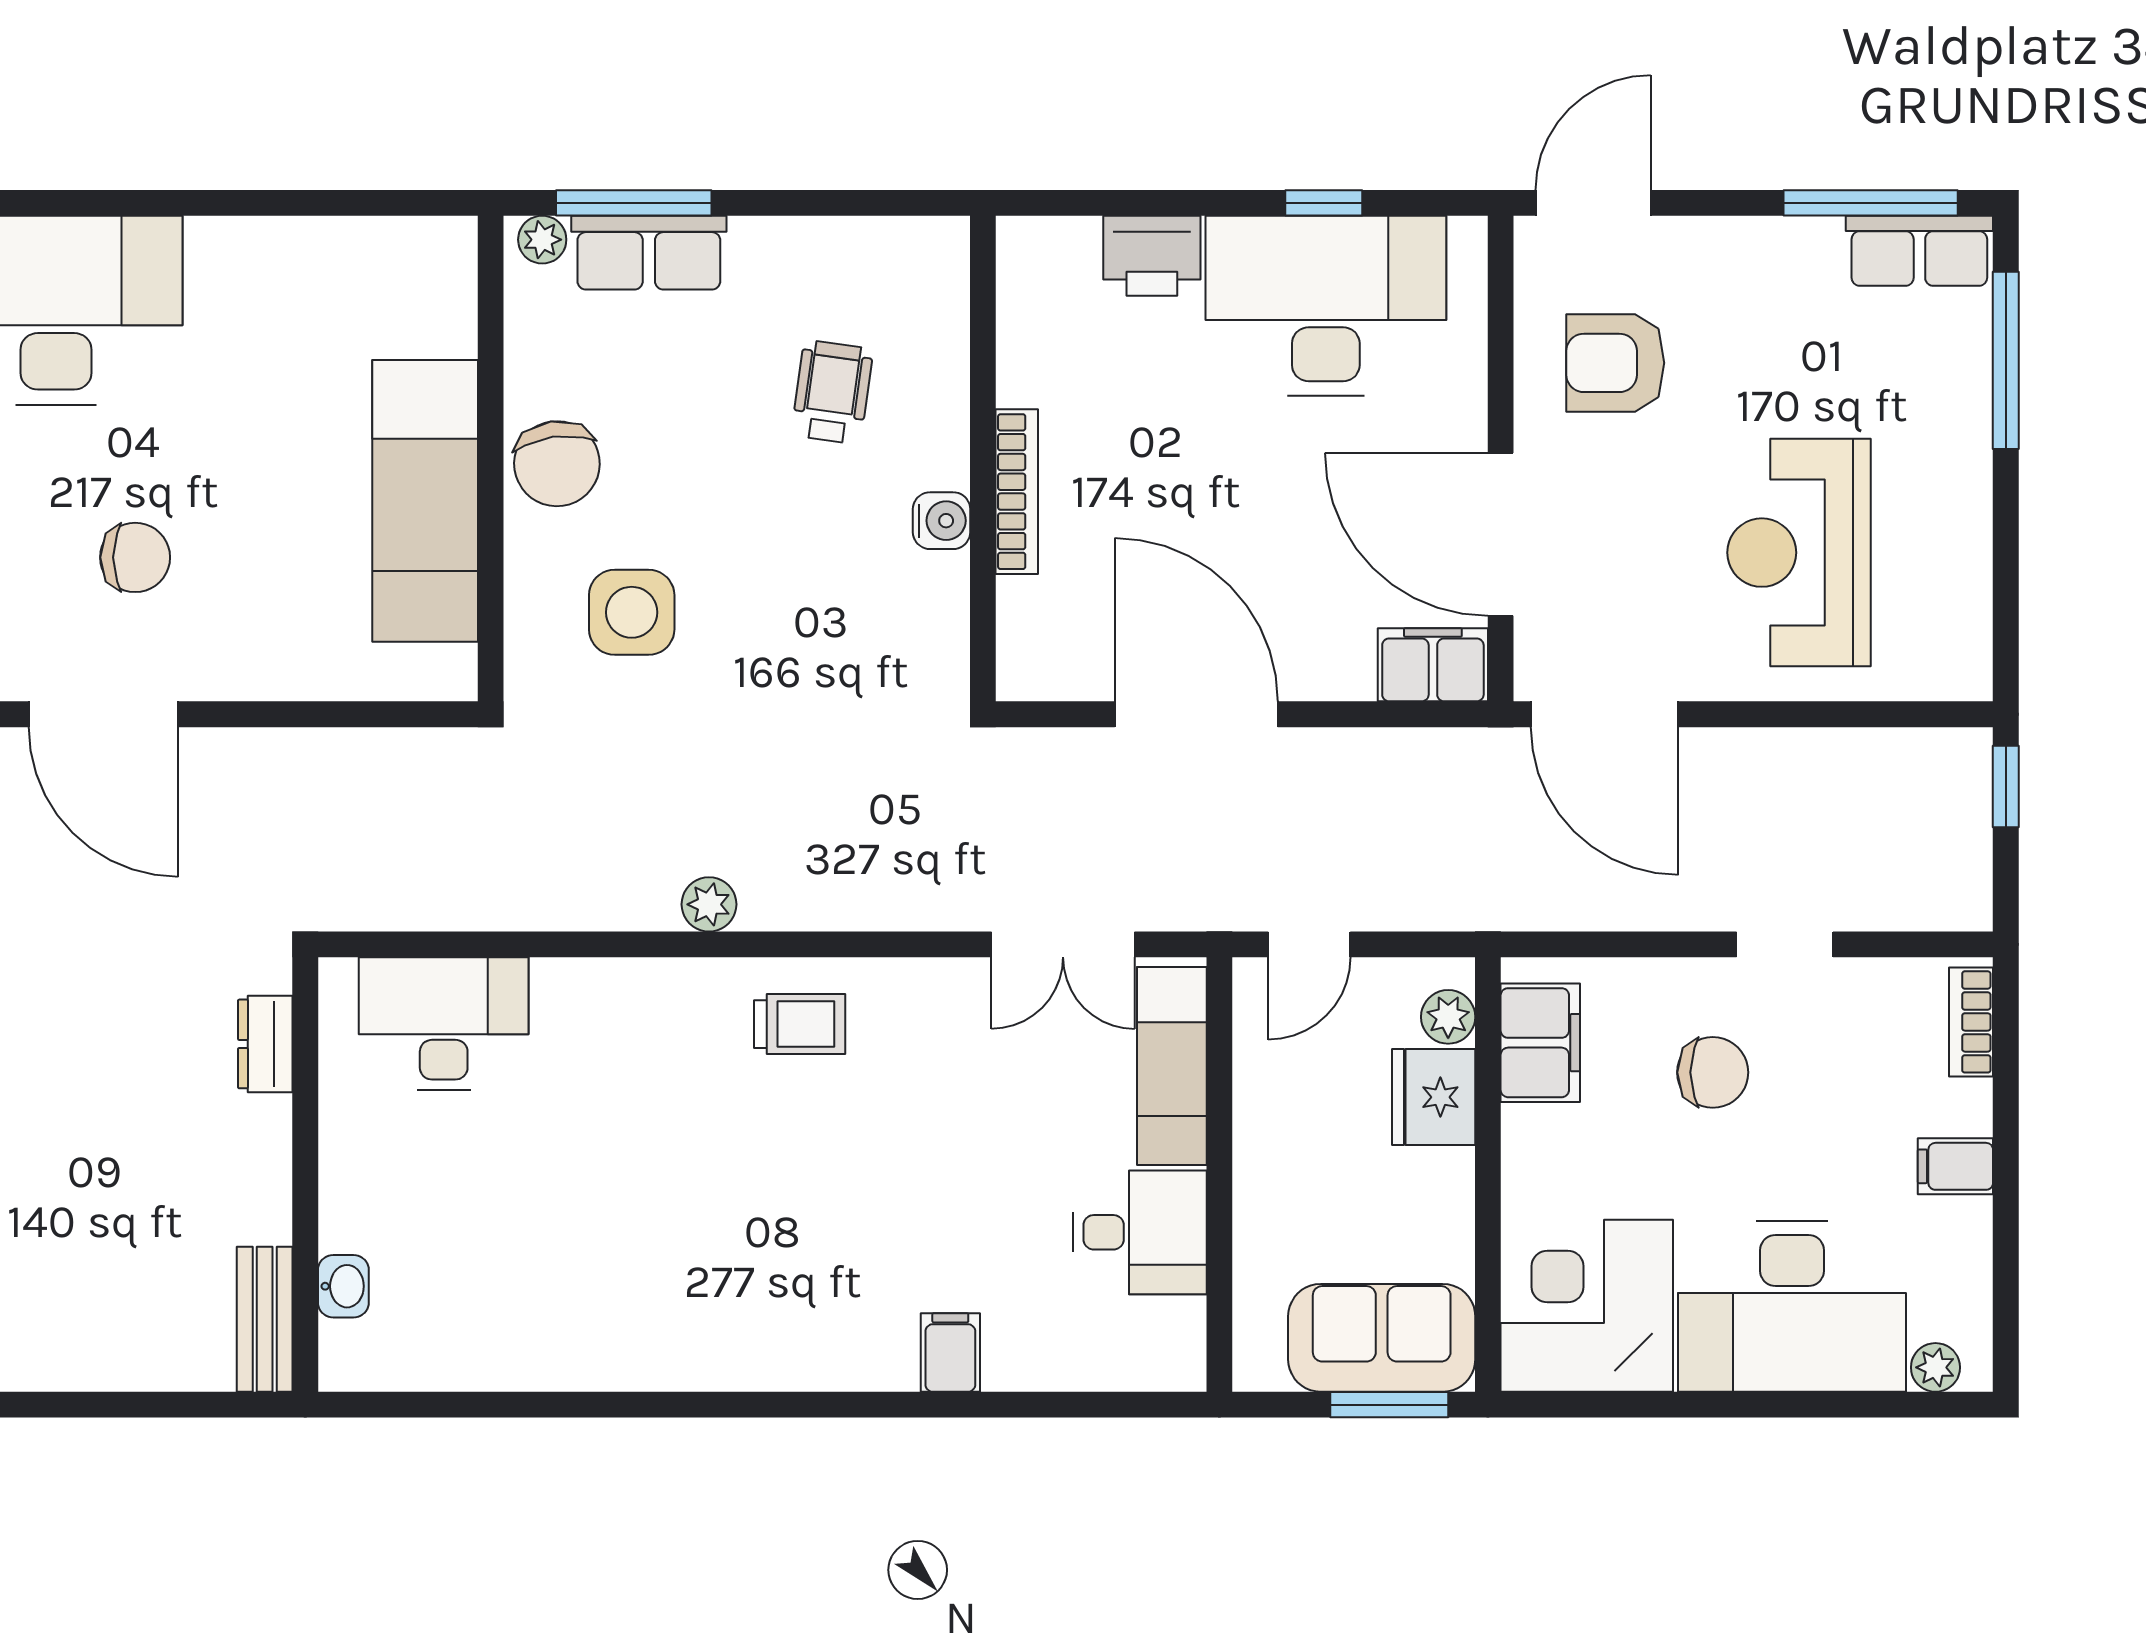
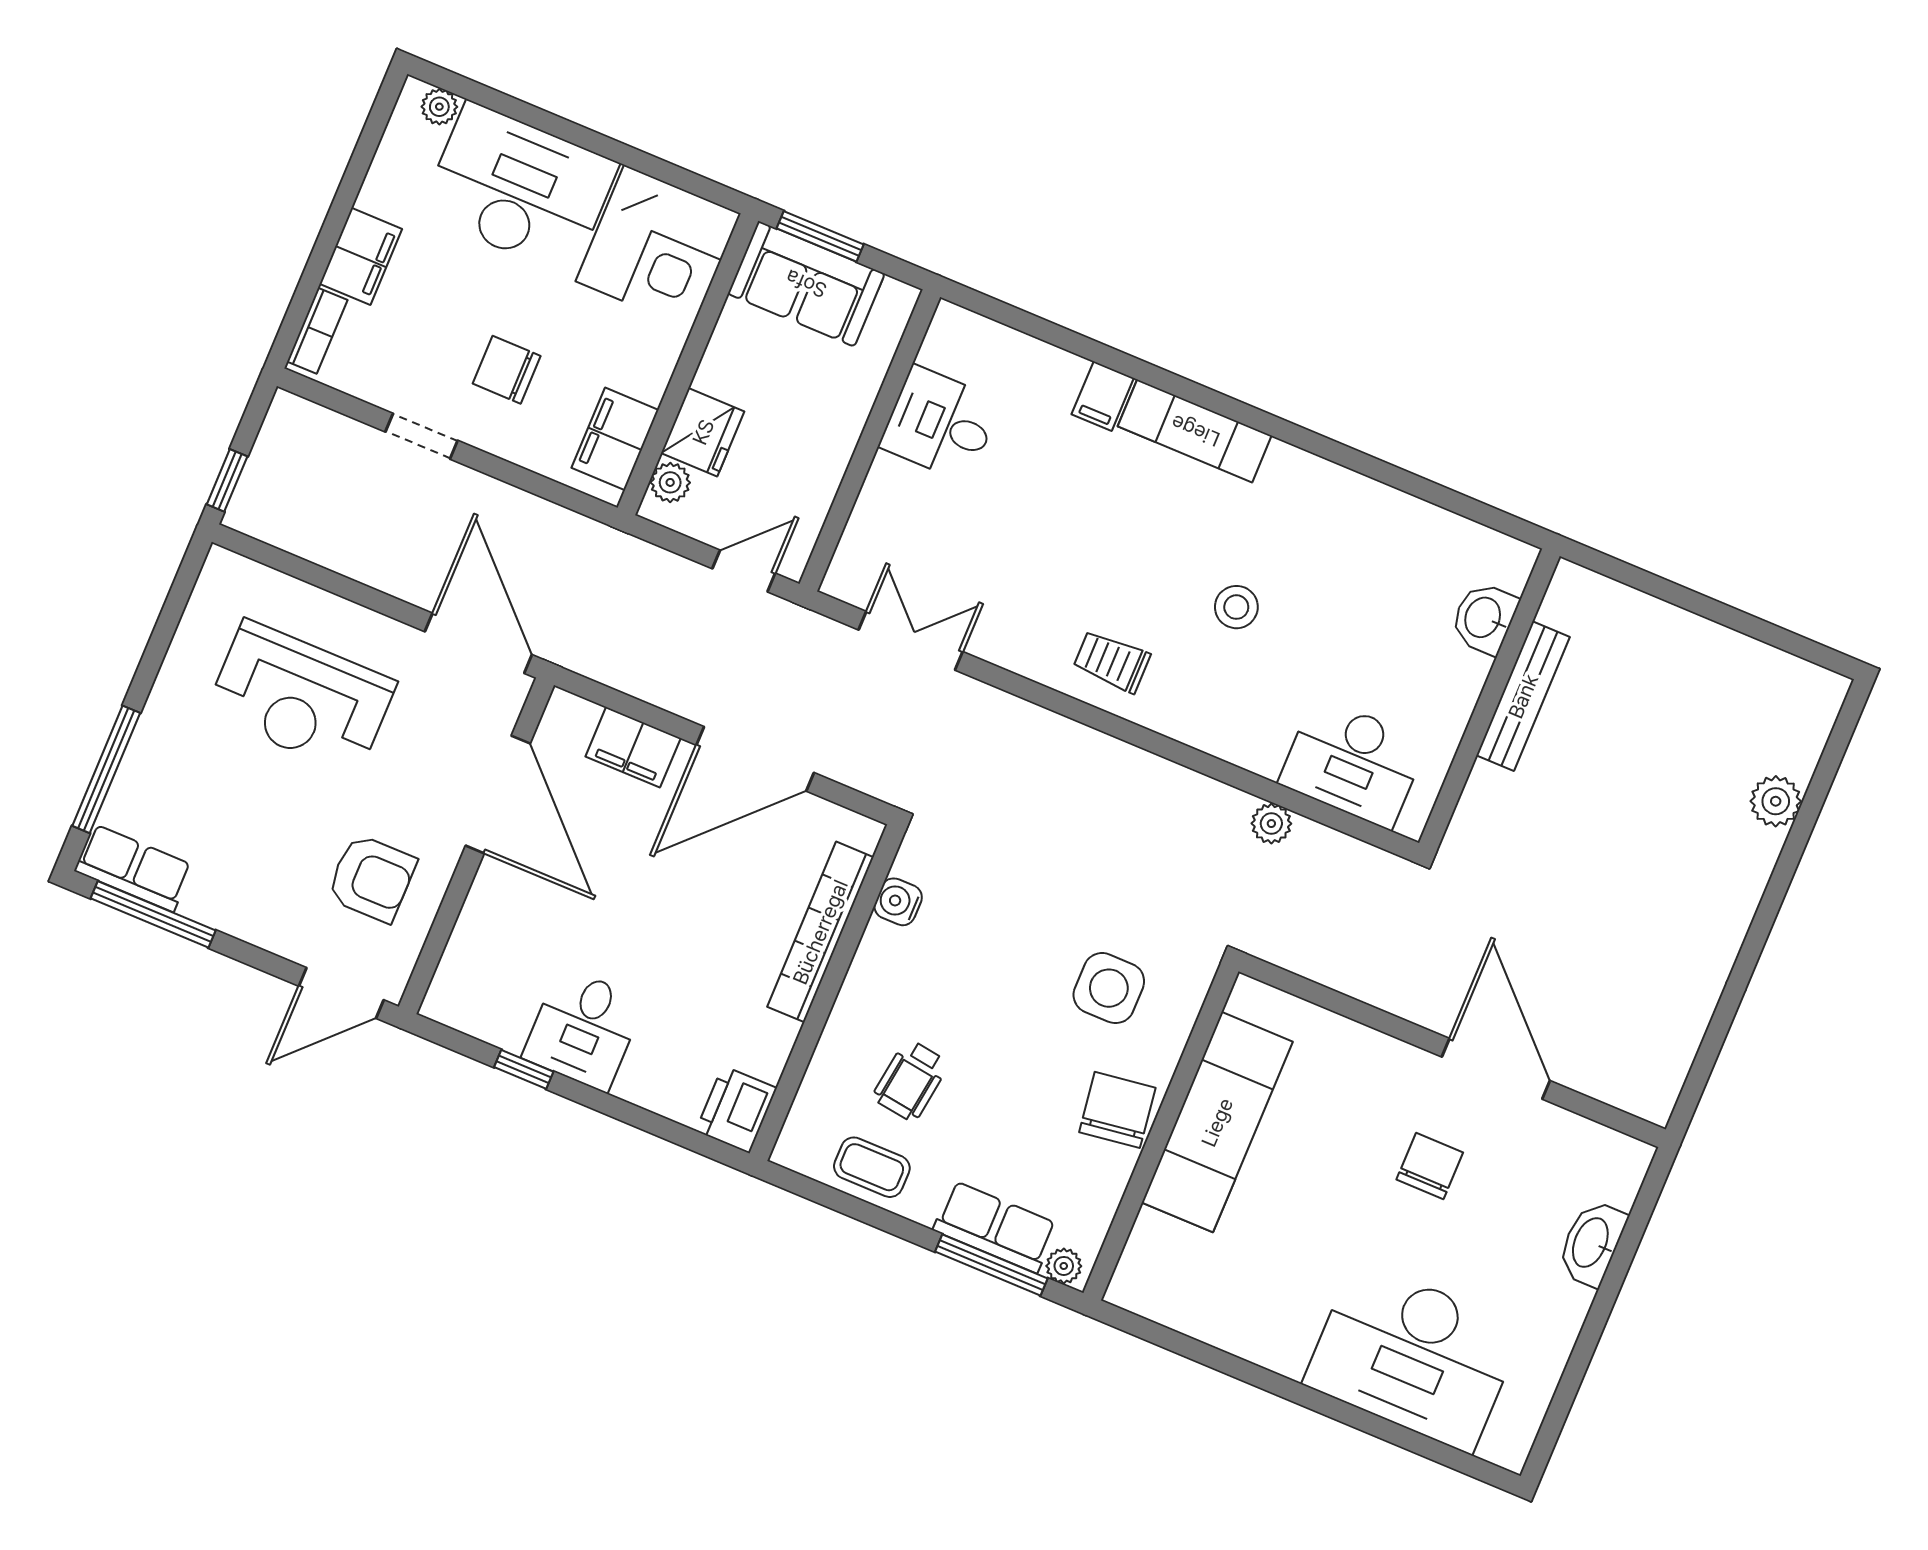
printer: (1152, 256) -> (736, 1109), moved, turned -90
coffee table: (835, 263) -> (872, 1167), added
desk: (1326, 306) -> (584, 1029), width x0.53, depth x0.77
bookcase: (1017, 492) -> (820, 932), width x1.48, depth x1.31
water cooler: (942, 521) -> (898, 902), moved
reception desk: (1799, 553) -> (301, 698), turned 90
chair: (135, 557) -> (1430, 1166), turned 90
filing cabinet: (1433, 665) -> (633, 747), moved
door: (1196, 714) -> (755, 759), hinge flipped
plant: (709, 904) -> (1271, 824), moved
dresser: (265, 1044) -> (1479, 799), removed
exam couch: (1172, 1066) -> (1195, 431), moved, turned 90
stool: (672, 1158) -> (1236, 607), added
filing cabinet: (1955, 1166) -> (361, 256), width x2.00
washbasin: (343, 1286) -> (1484, 618), width x1.38, depth x1.45
bench: (265, 1319) -> (1523, 696), moved, width x1.36

